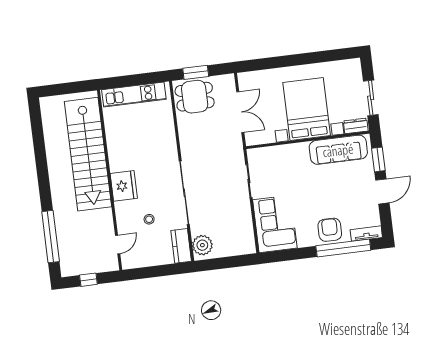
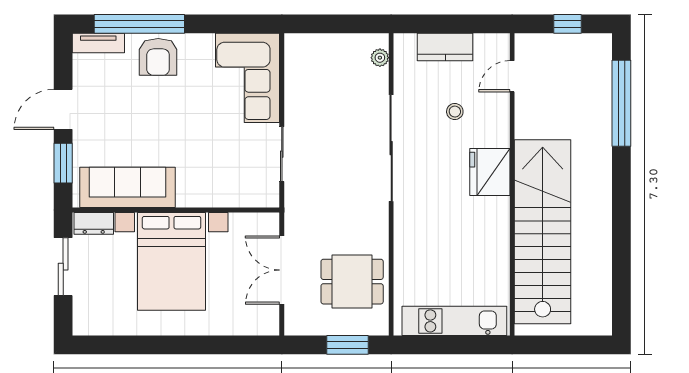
dining table: (195, 97) -> (352, 282), moved
plant: (202, 245) -> (380, 58), width x0.53, depth x0.53
kitchen counter: (181, 246) -> (445, 47), moved, turned 90

